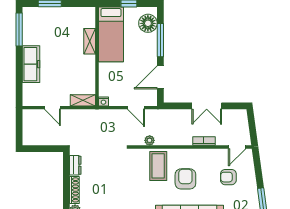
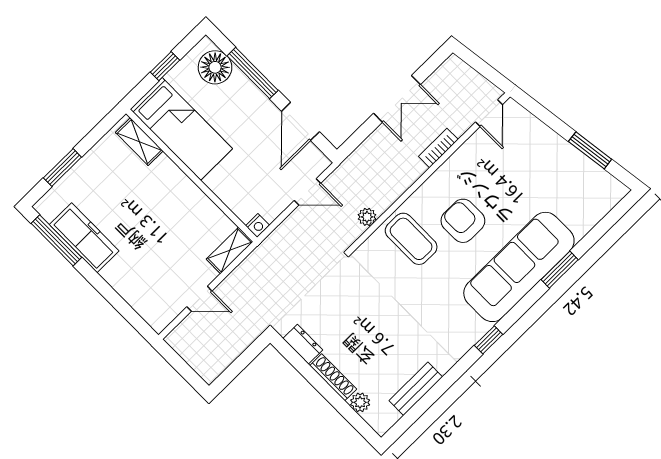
shelving: (90, 41) -> (139, 142), moved
freezer: (31, 64) -> (84, 238), moved
armchair: (228, 177) -> (516, 163), removed

